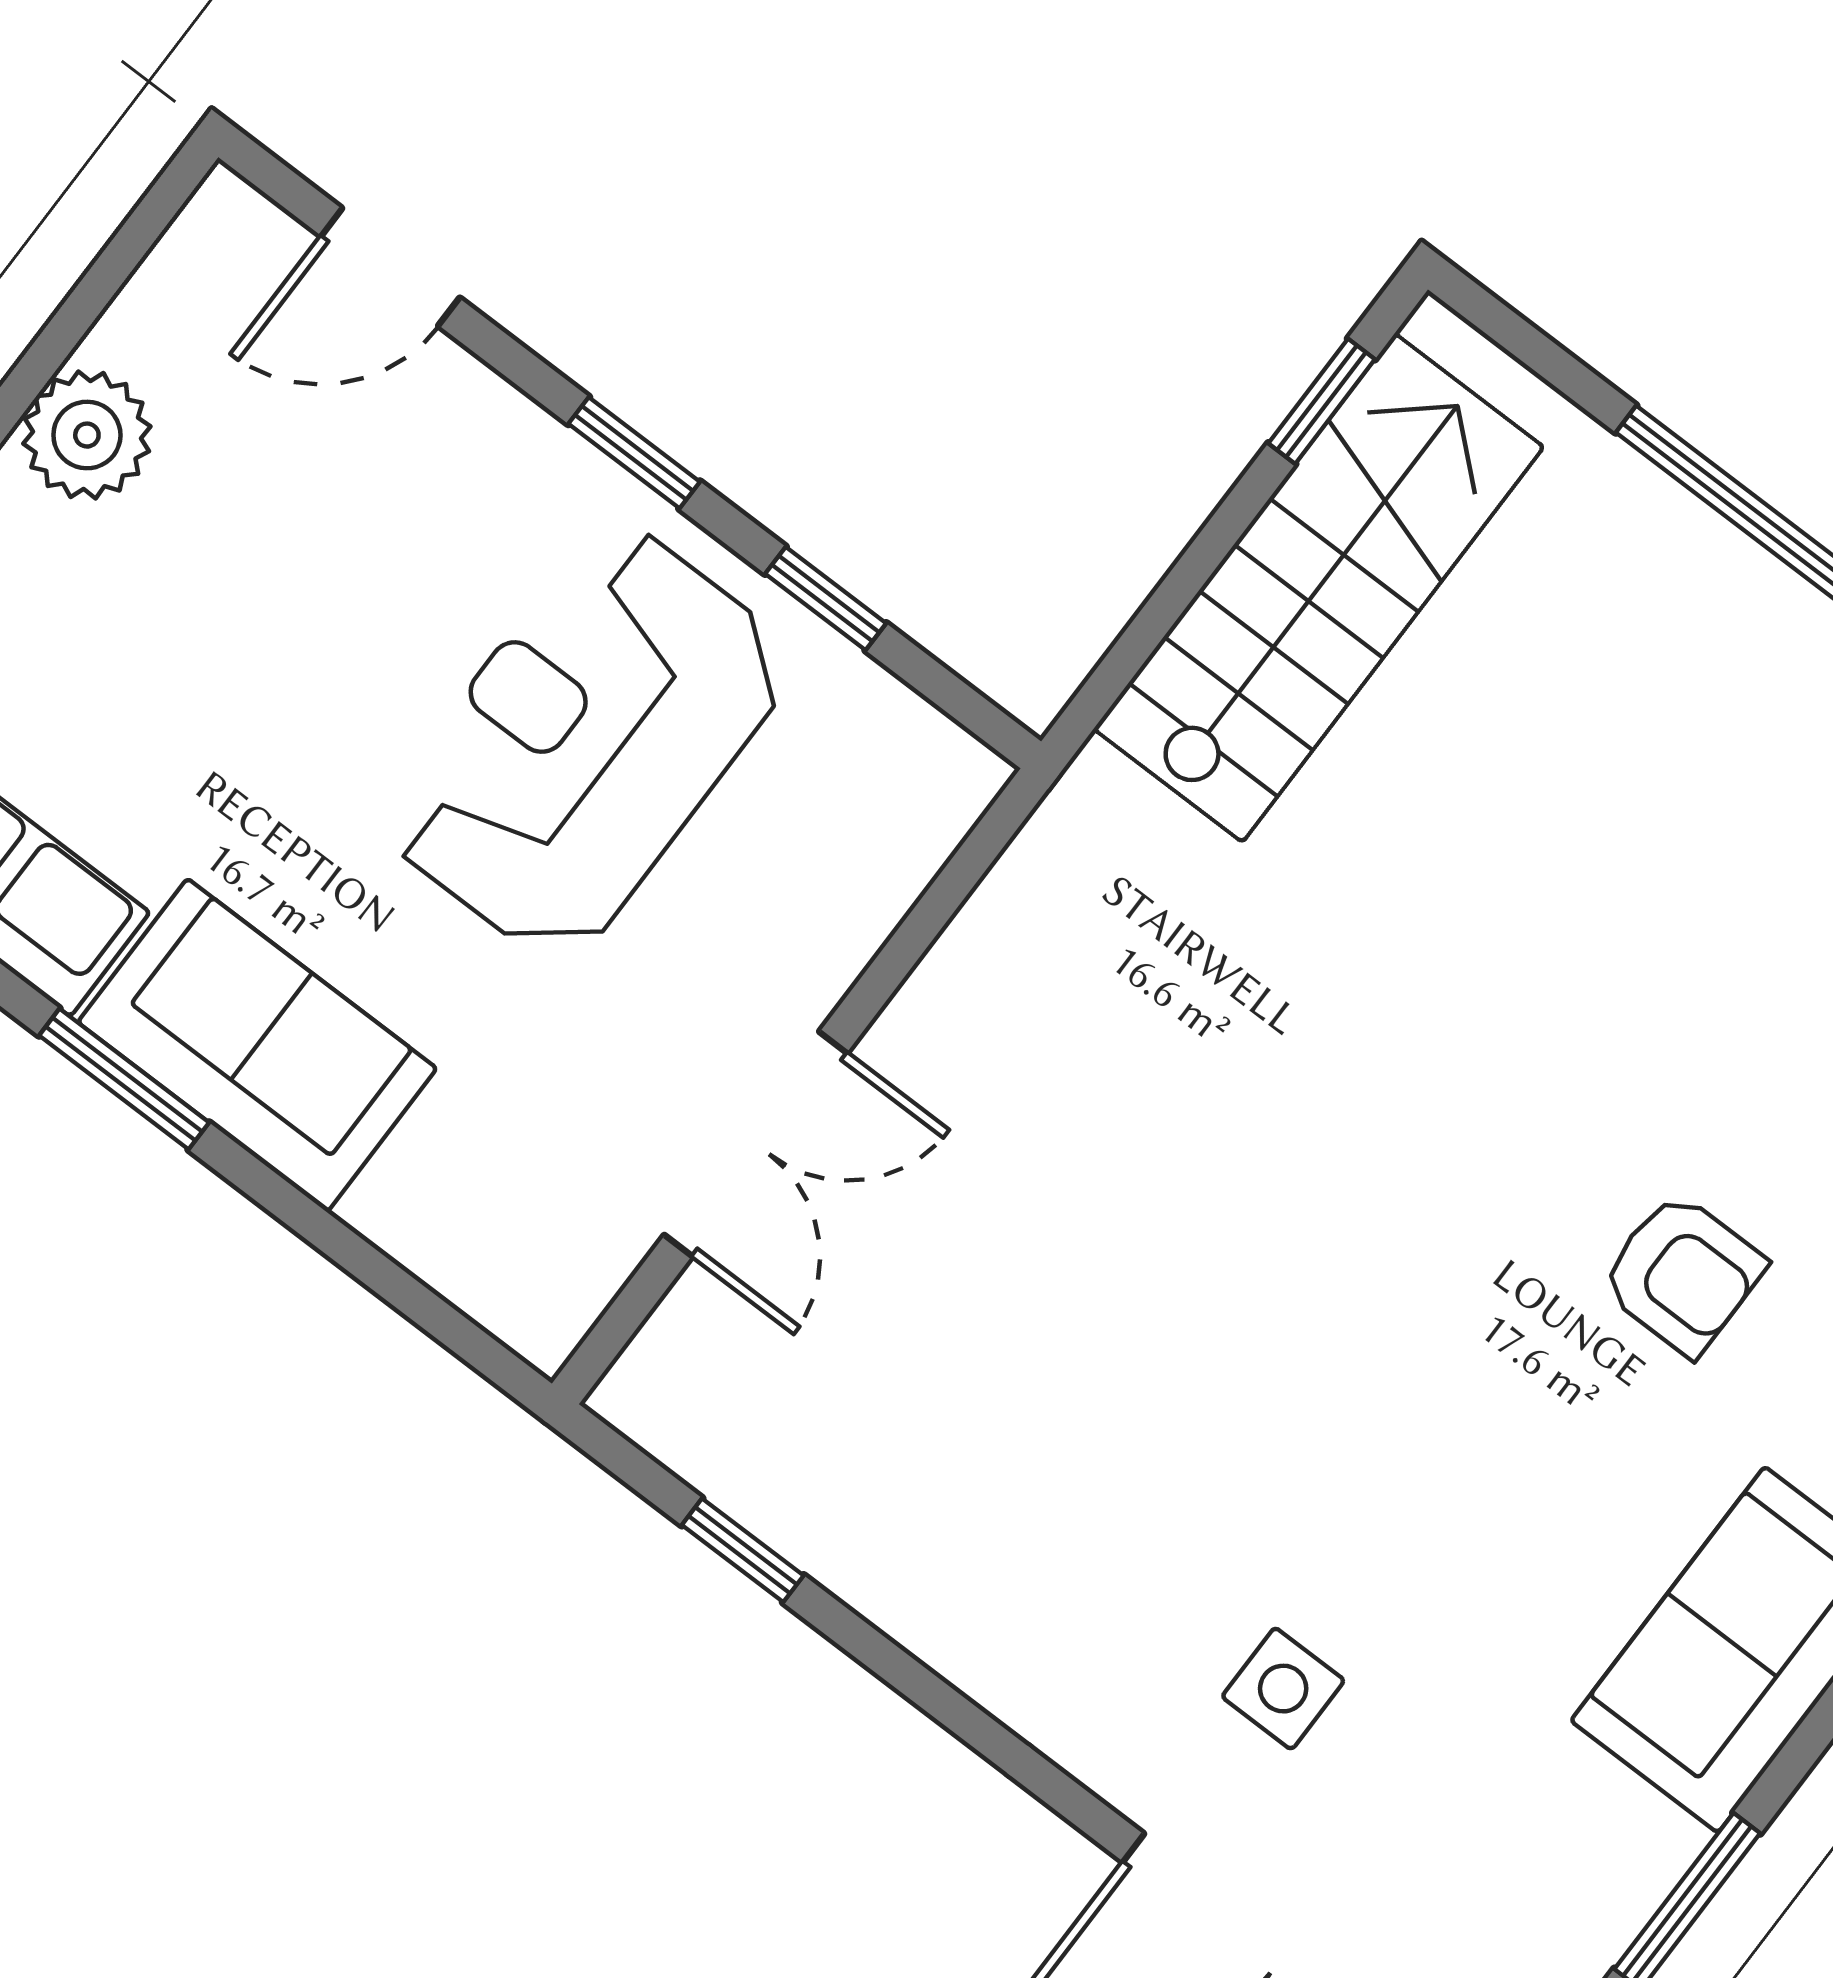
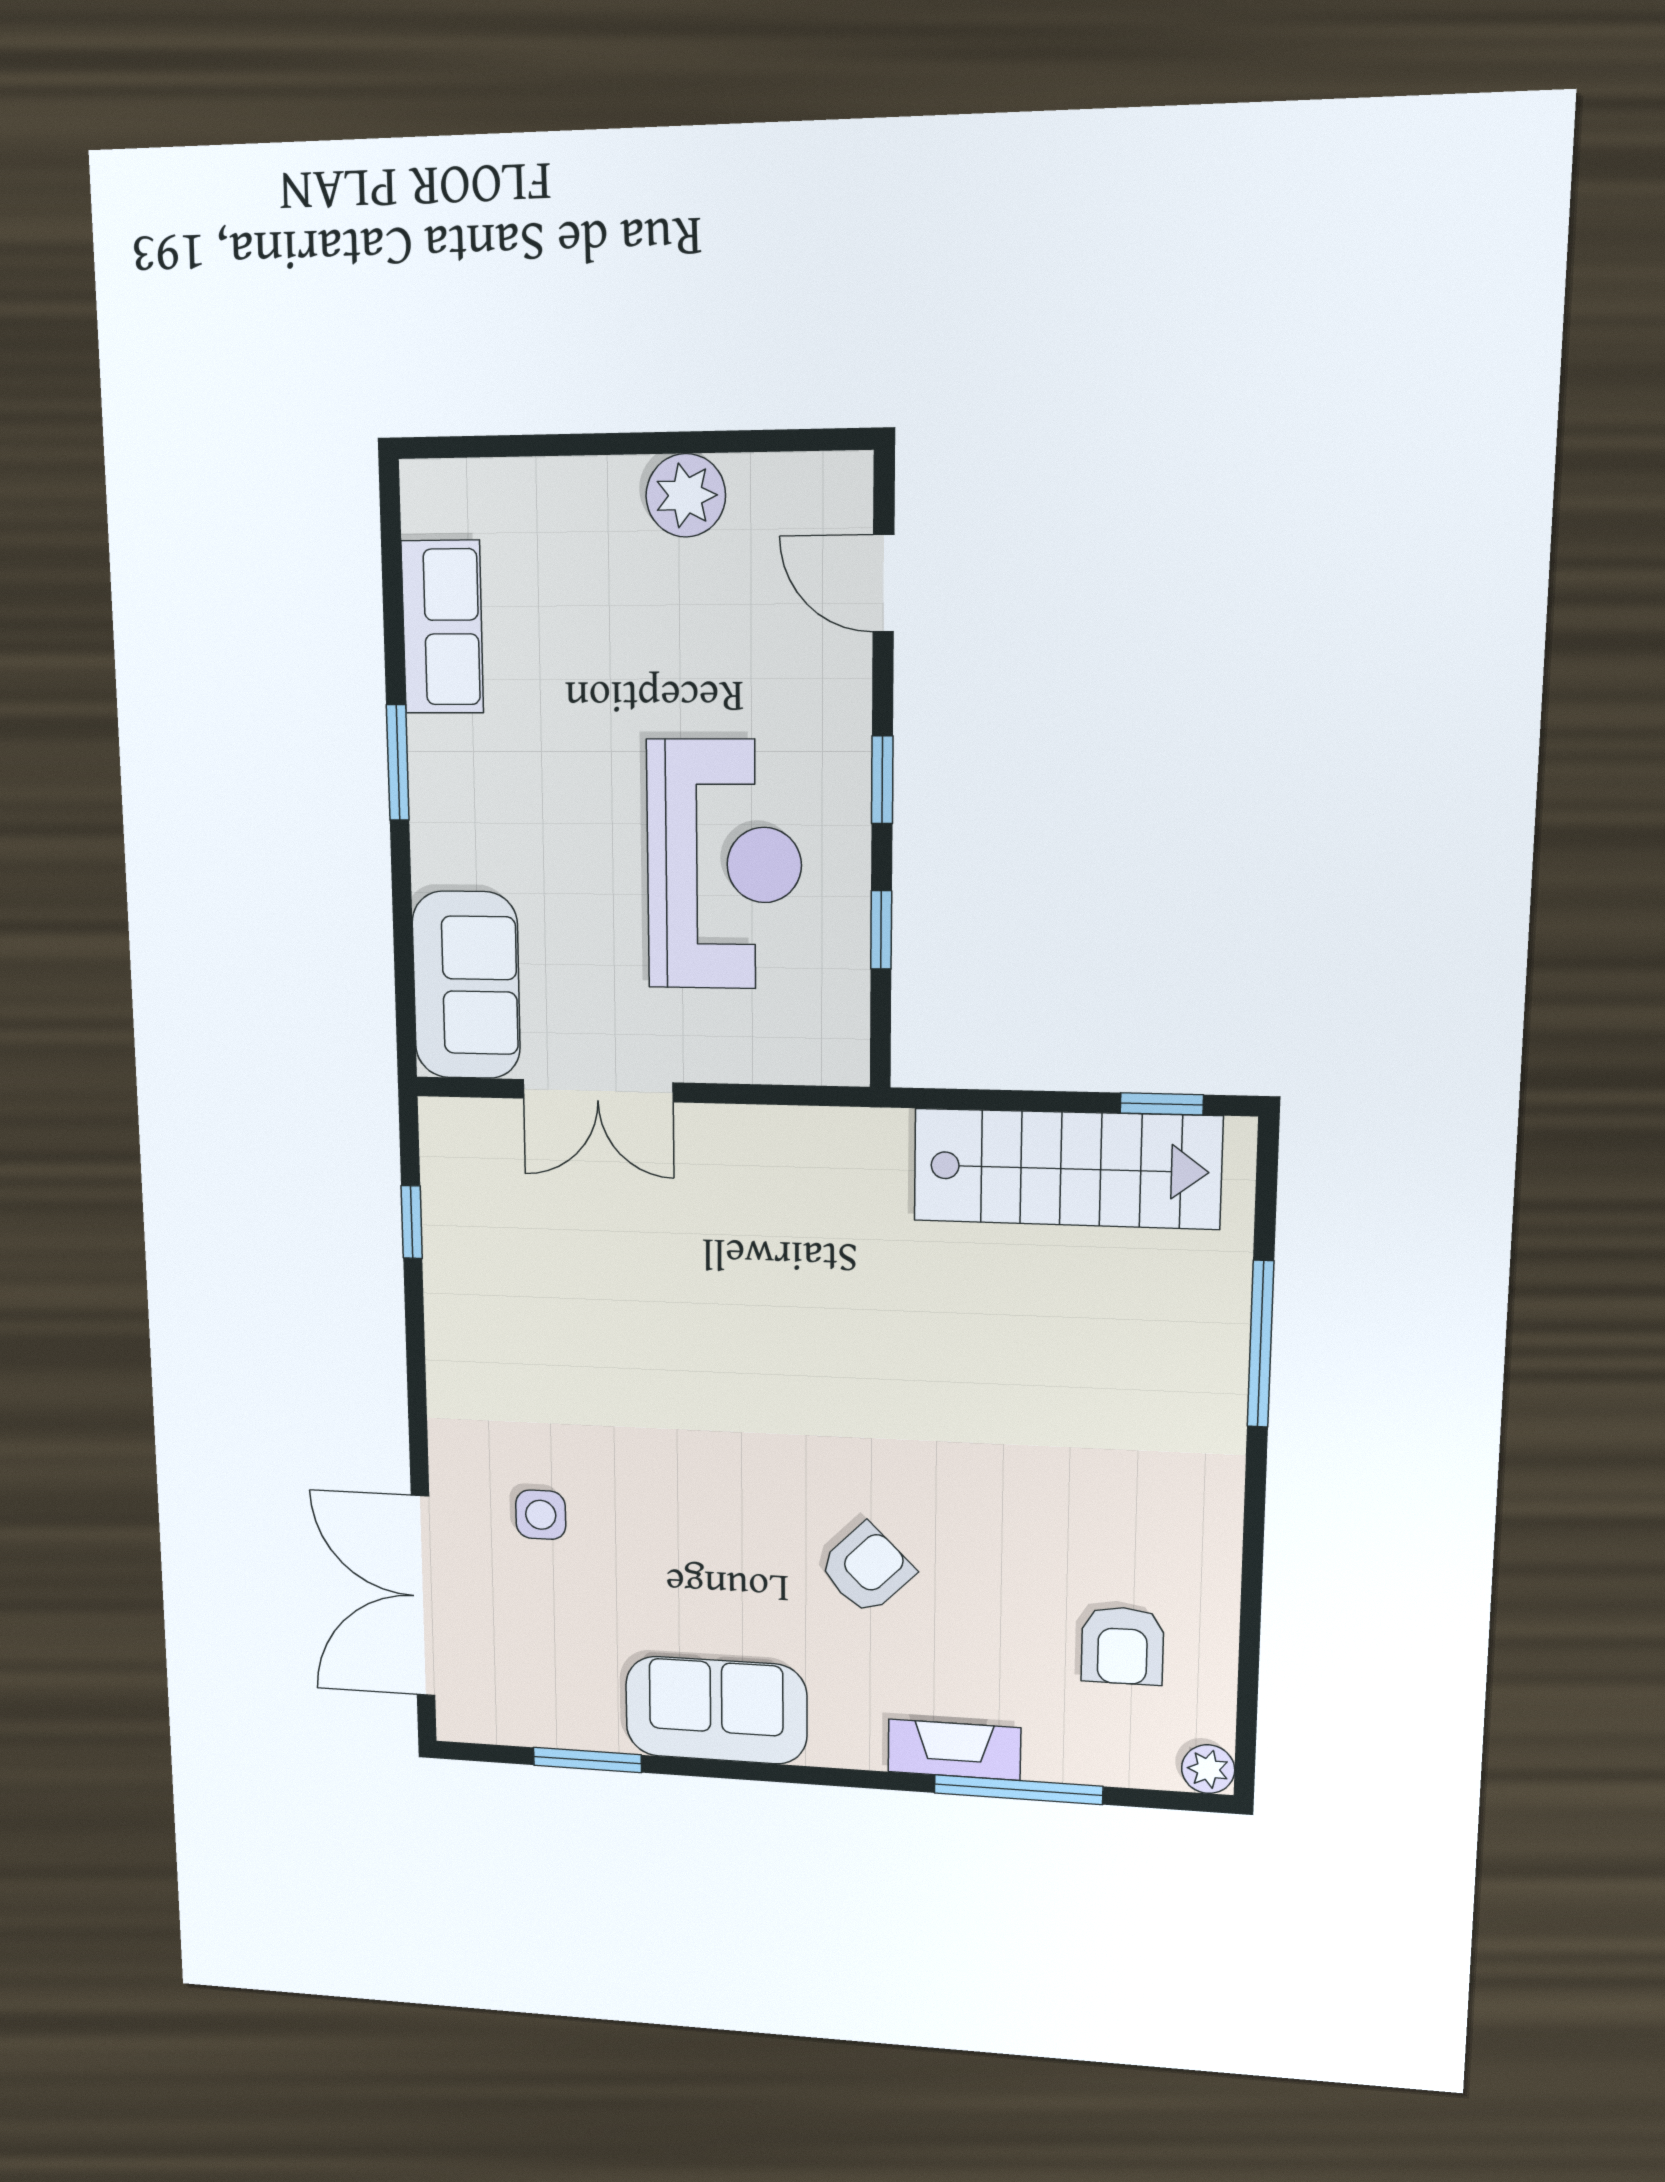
reception desk: (587, 742) -> (724, 865), turned 90
sofa: (257, 1045) -> (466, 985), moved
armchair: (1682, 1274) -> (867, 1569), turned -135

